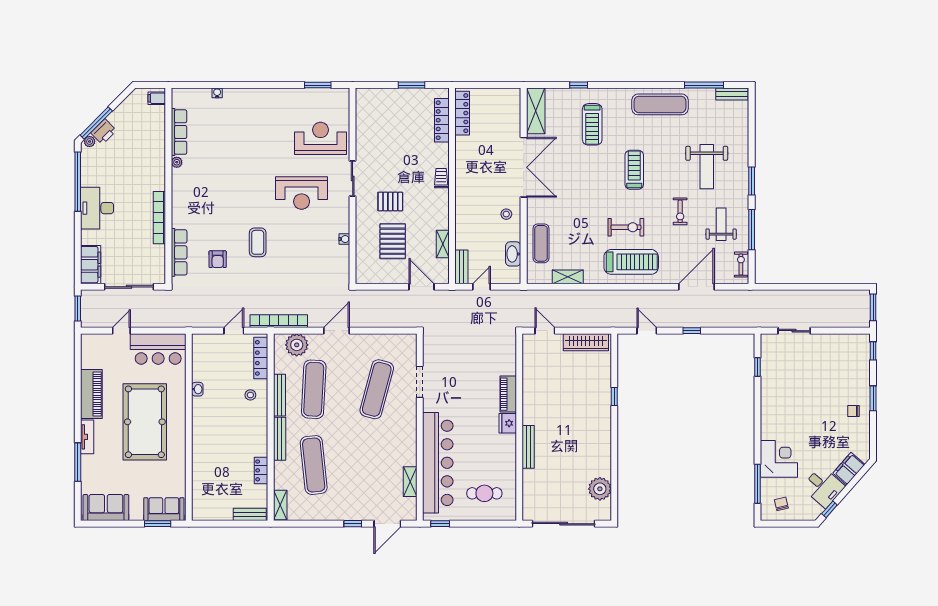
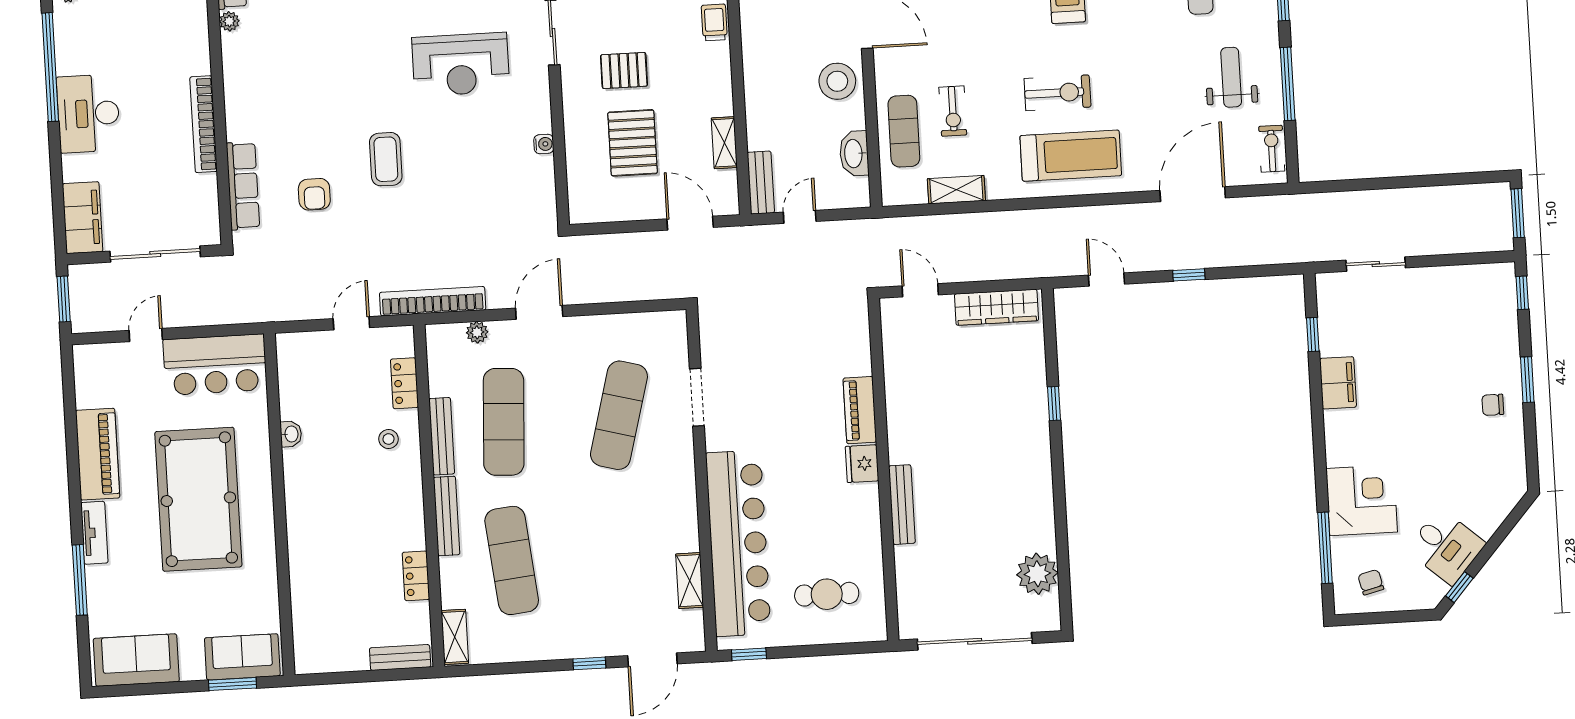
exercise bike: (680, 211) -> (953, 111), moved
stool: (506, 214) -> (837, 81), width x1.89, depth x1.89
plant: (297, 345) -> (477, 332), width x0.53, depth x0.53
locker: (261, 358) -> (404, 383), width x0.66
filing cabinet: (849, 469) -> (1338, 383), moved, turned 139

